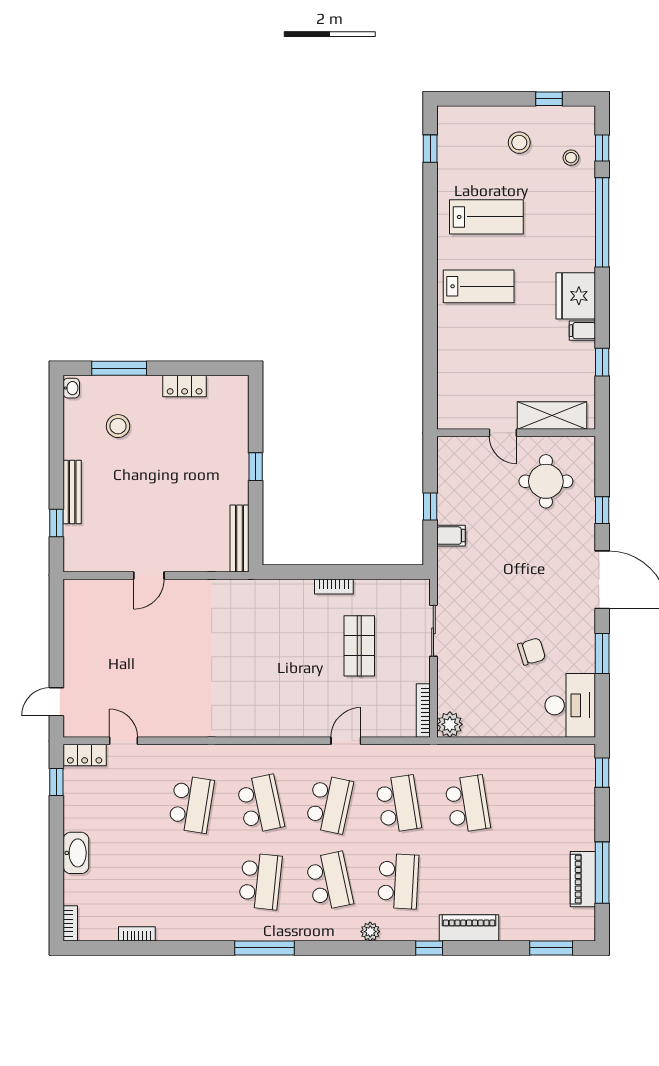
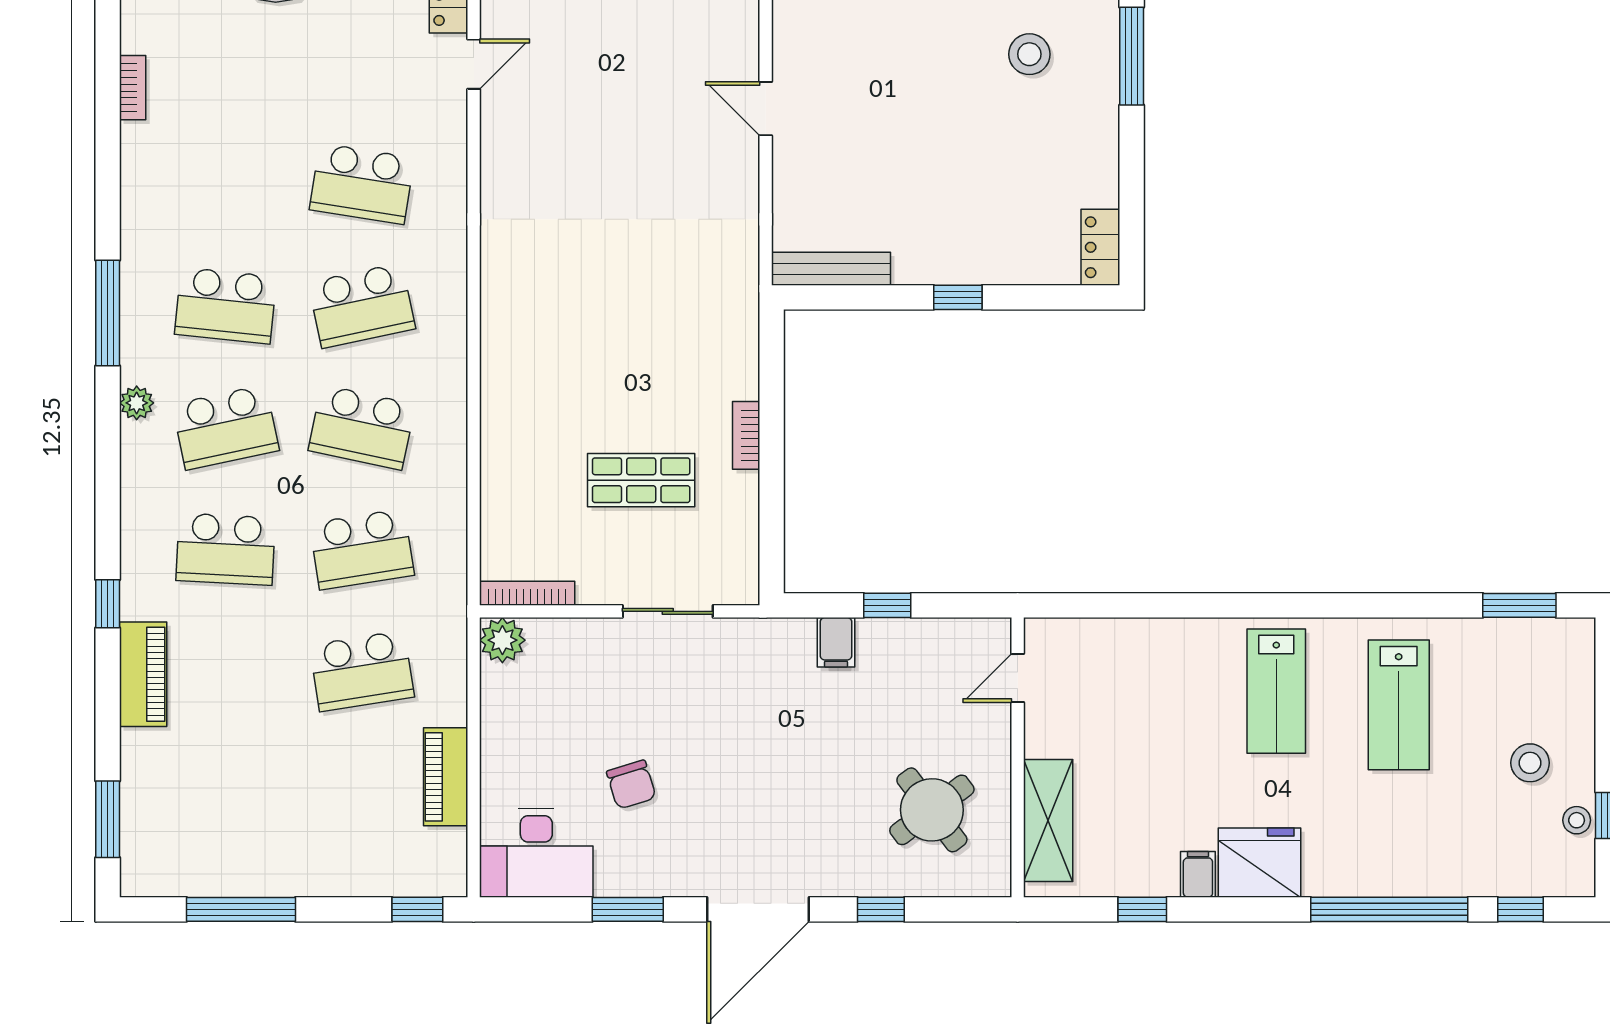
window: (430, 149) -> (1519, 605), width x1.50
stool: (571, 158) -> (1577, 820), moved
locker: (185, 386) -> (1100, 247), moved
door: (503, 433) -> (1018, 678), moved
round table: (546, 481) -> (932, 810), turned -37
door: (346, 741) -> (474, 457), removed
piano: (583, 879) -> (446, 777), moved, turned -90
plant: (370, 932) -> (137, 403), moved

